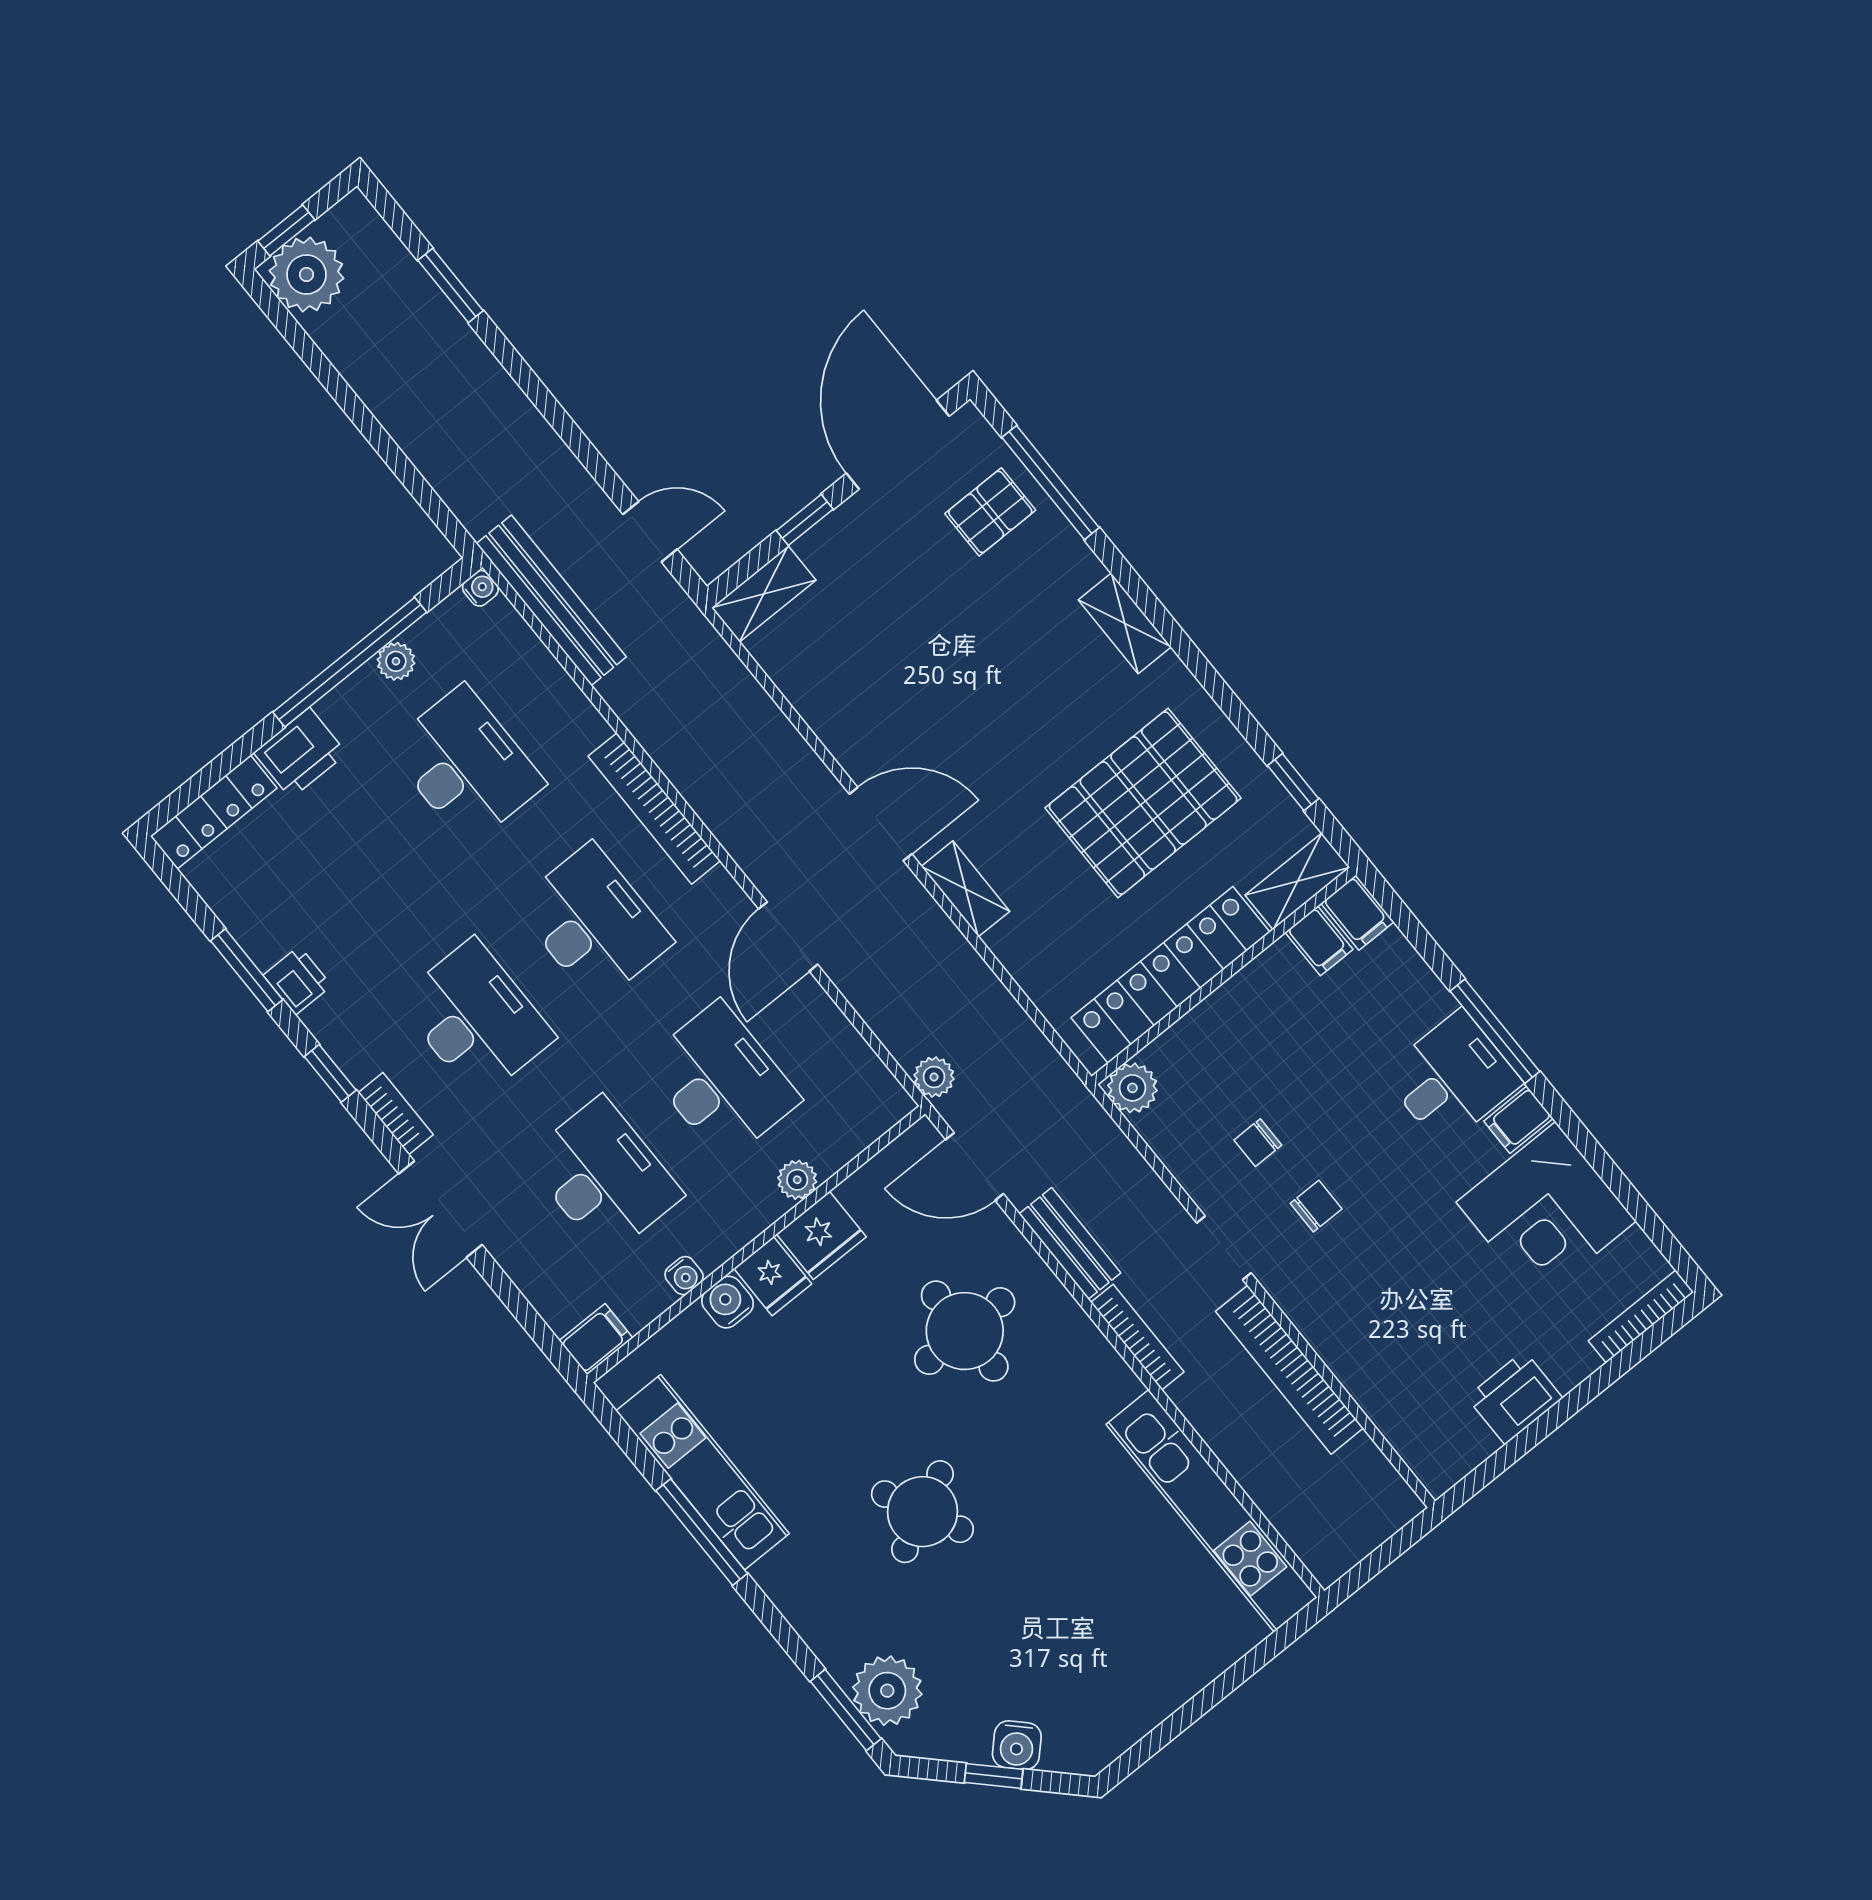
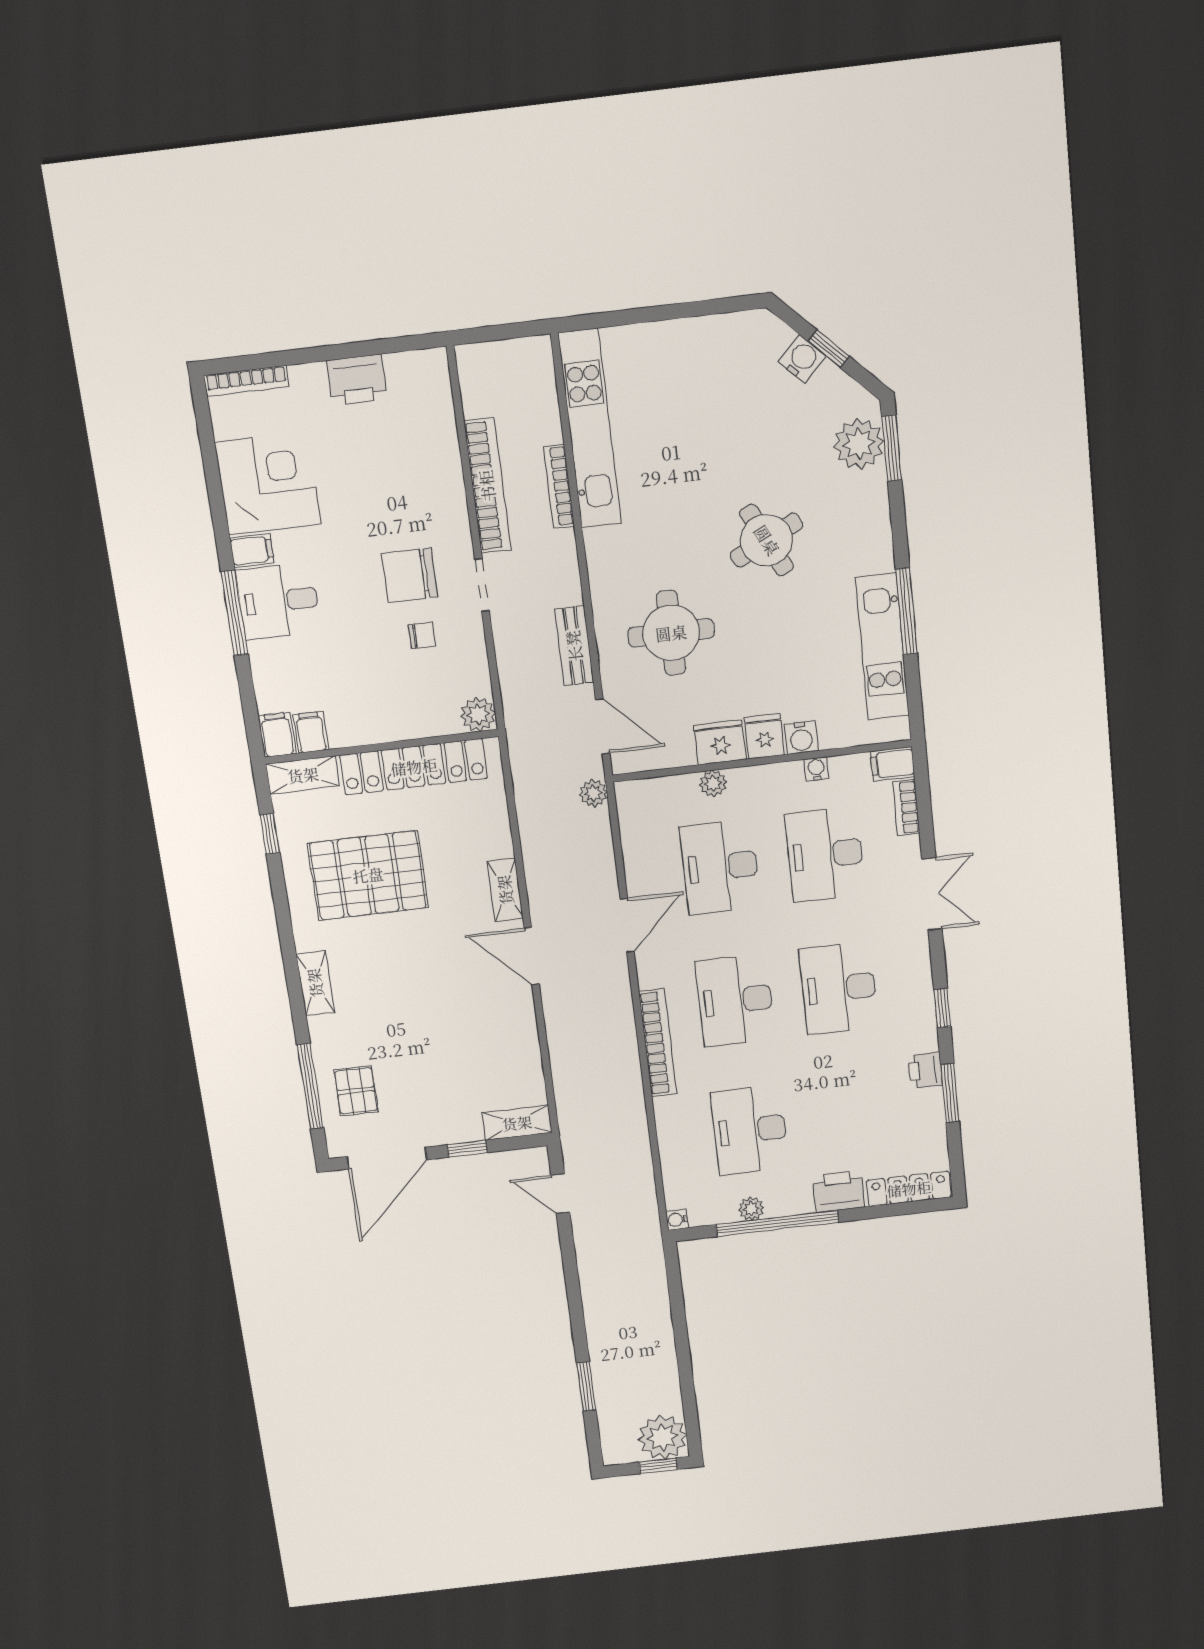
pallet: (990, 512) -> (356, 1091), turned 90
bench: (551, 600) -> (641, 1190), removed
bookcase: (396, 1114) -> (906, 807), moved
chair: (1316, 1206) -> (410, 575), width x1.87, depth x1.87
bookcase: (1137, 1337) -> (559, 486), moved

